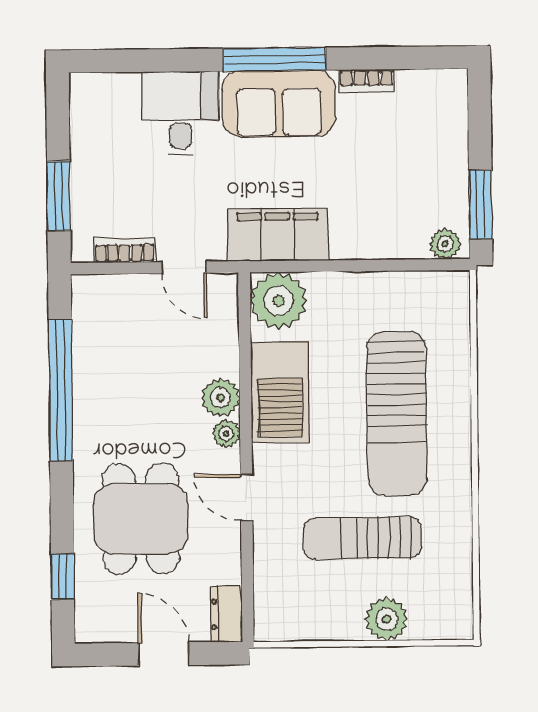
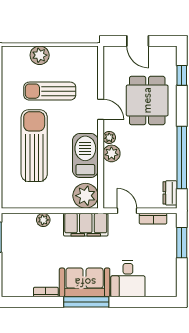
plant: (445, 244) -> (43, 220), moved
sun lounger: (363, 538) -> (50, 91), turned 180
dresser: (226, 614) -> (170, 193), moved, turned 180

